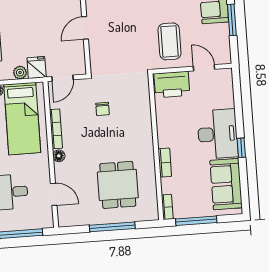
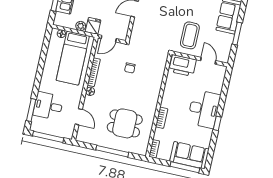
sofa: (226, 184) -> (189, 155), moved, turned 90
dining table: (118, 185) -> (125, 123), turned 90
window: (196, 221) -> (185, 167), moved

